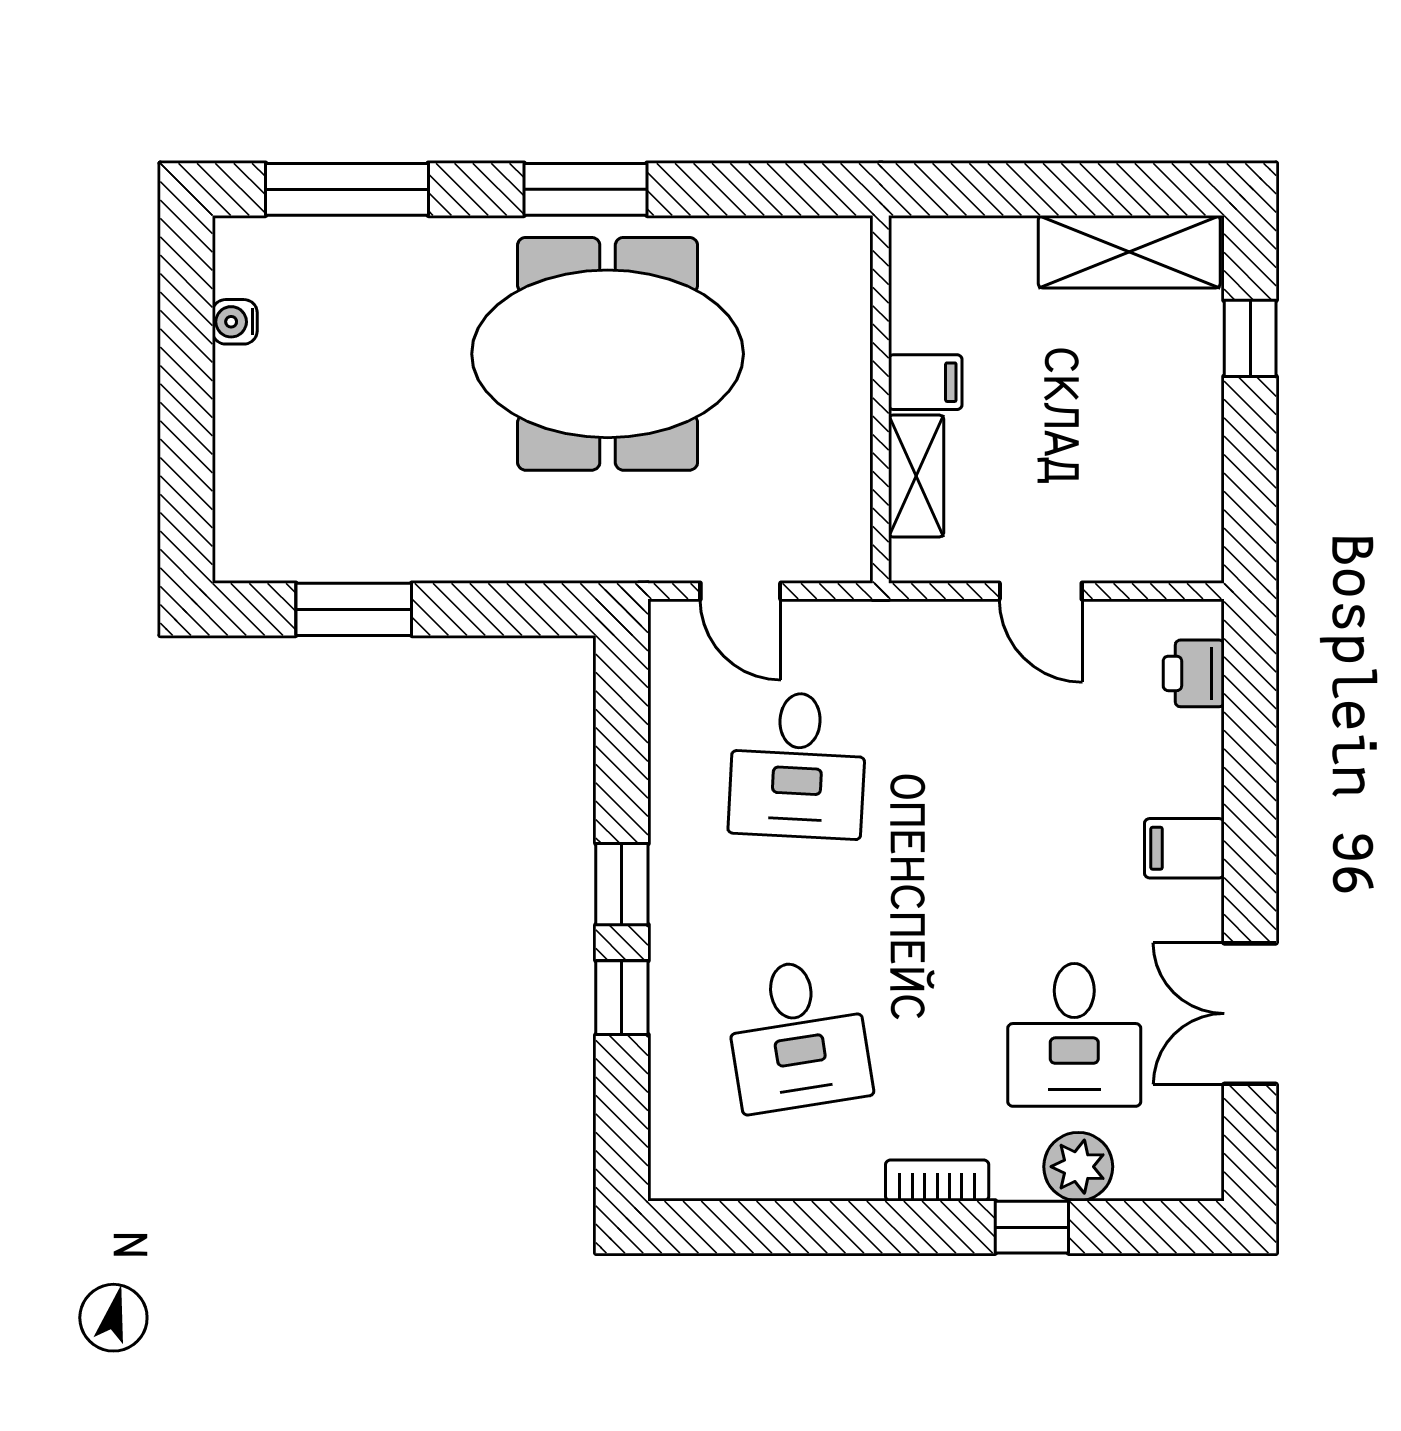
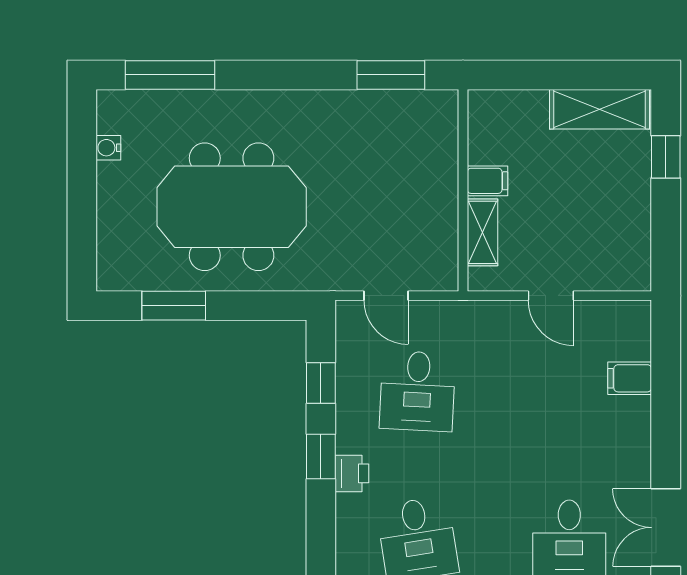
window: (585, 189) -> (391, 75), moved
meeting table: (608, 354) -> (232, 207), moved
printer: (1194, 673) -> (352, 473), moved, turned 180
filing cabinet: (1184, 848) -> (630, 378), moved
window: (622, 998) -> (321, 383), moved

